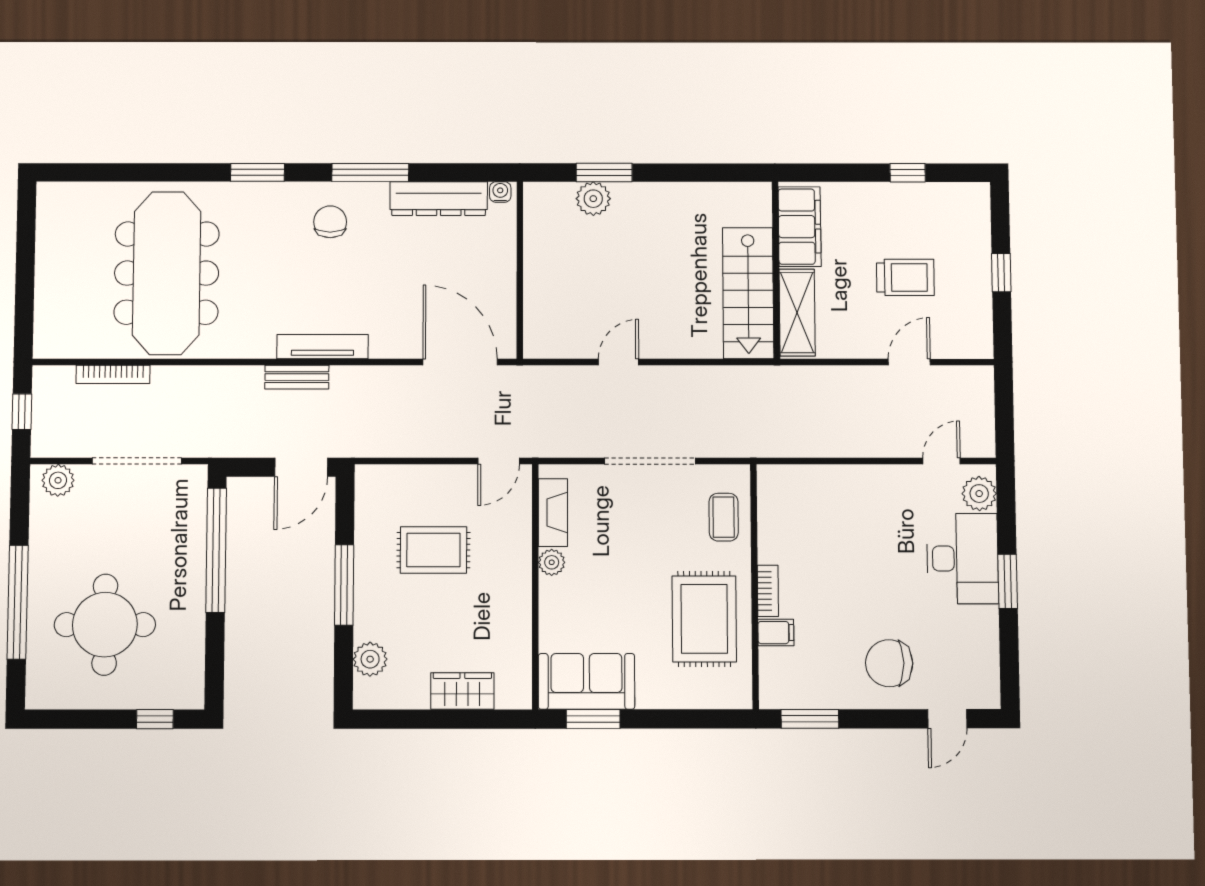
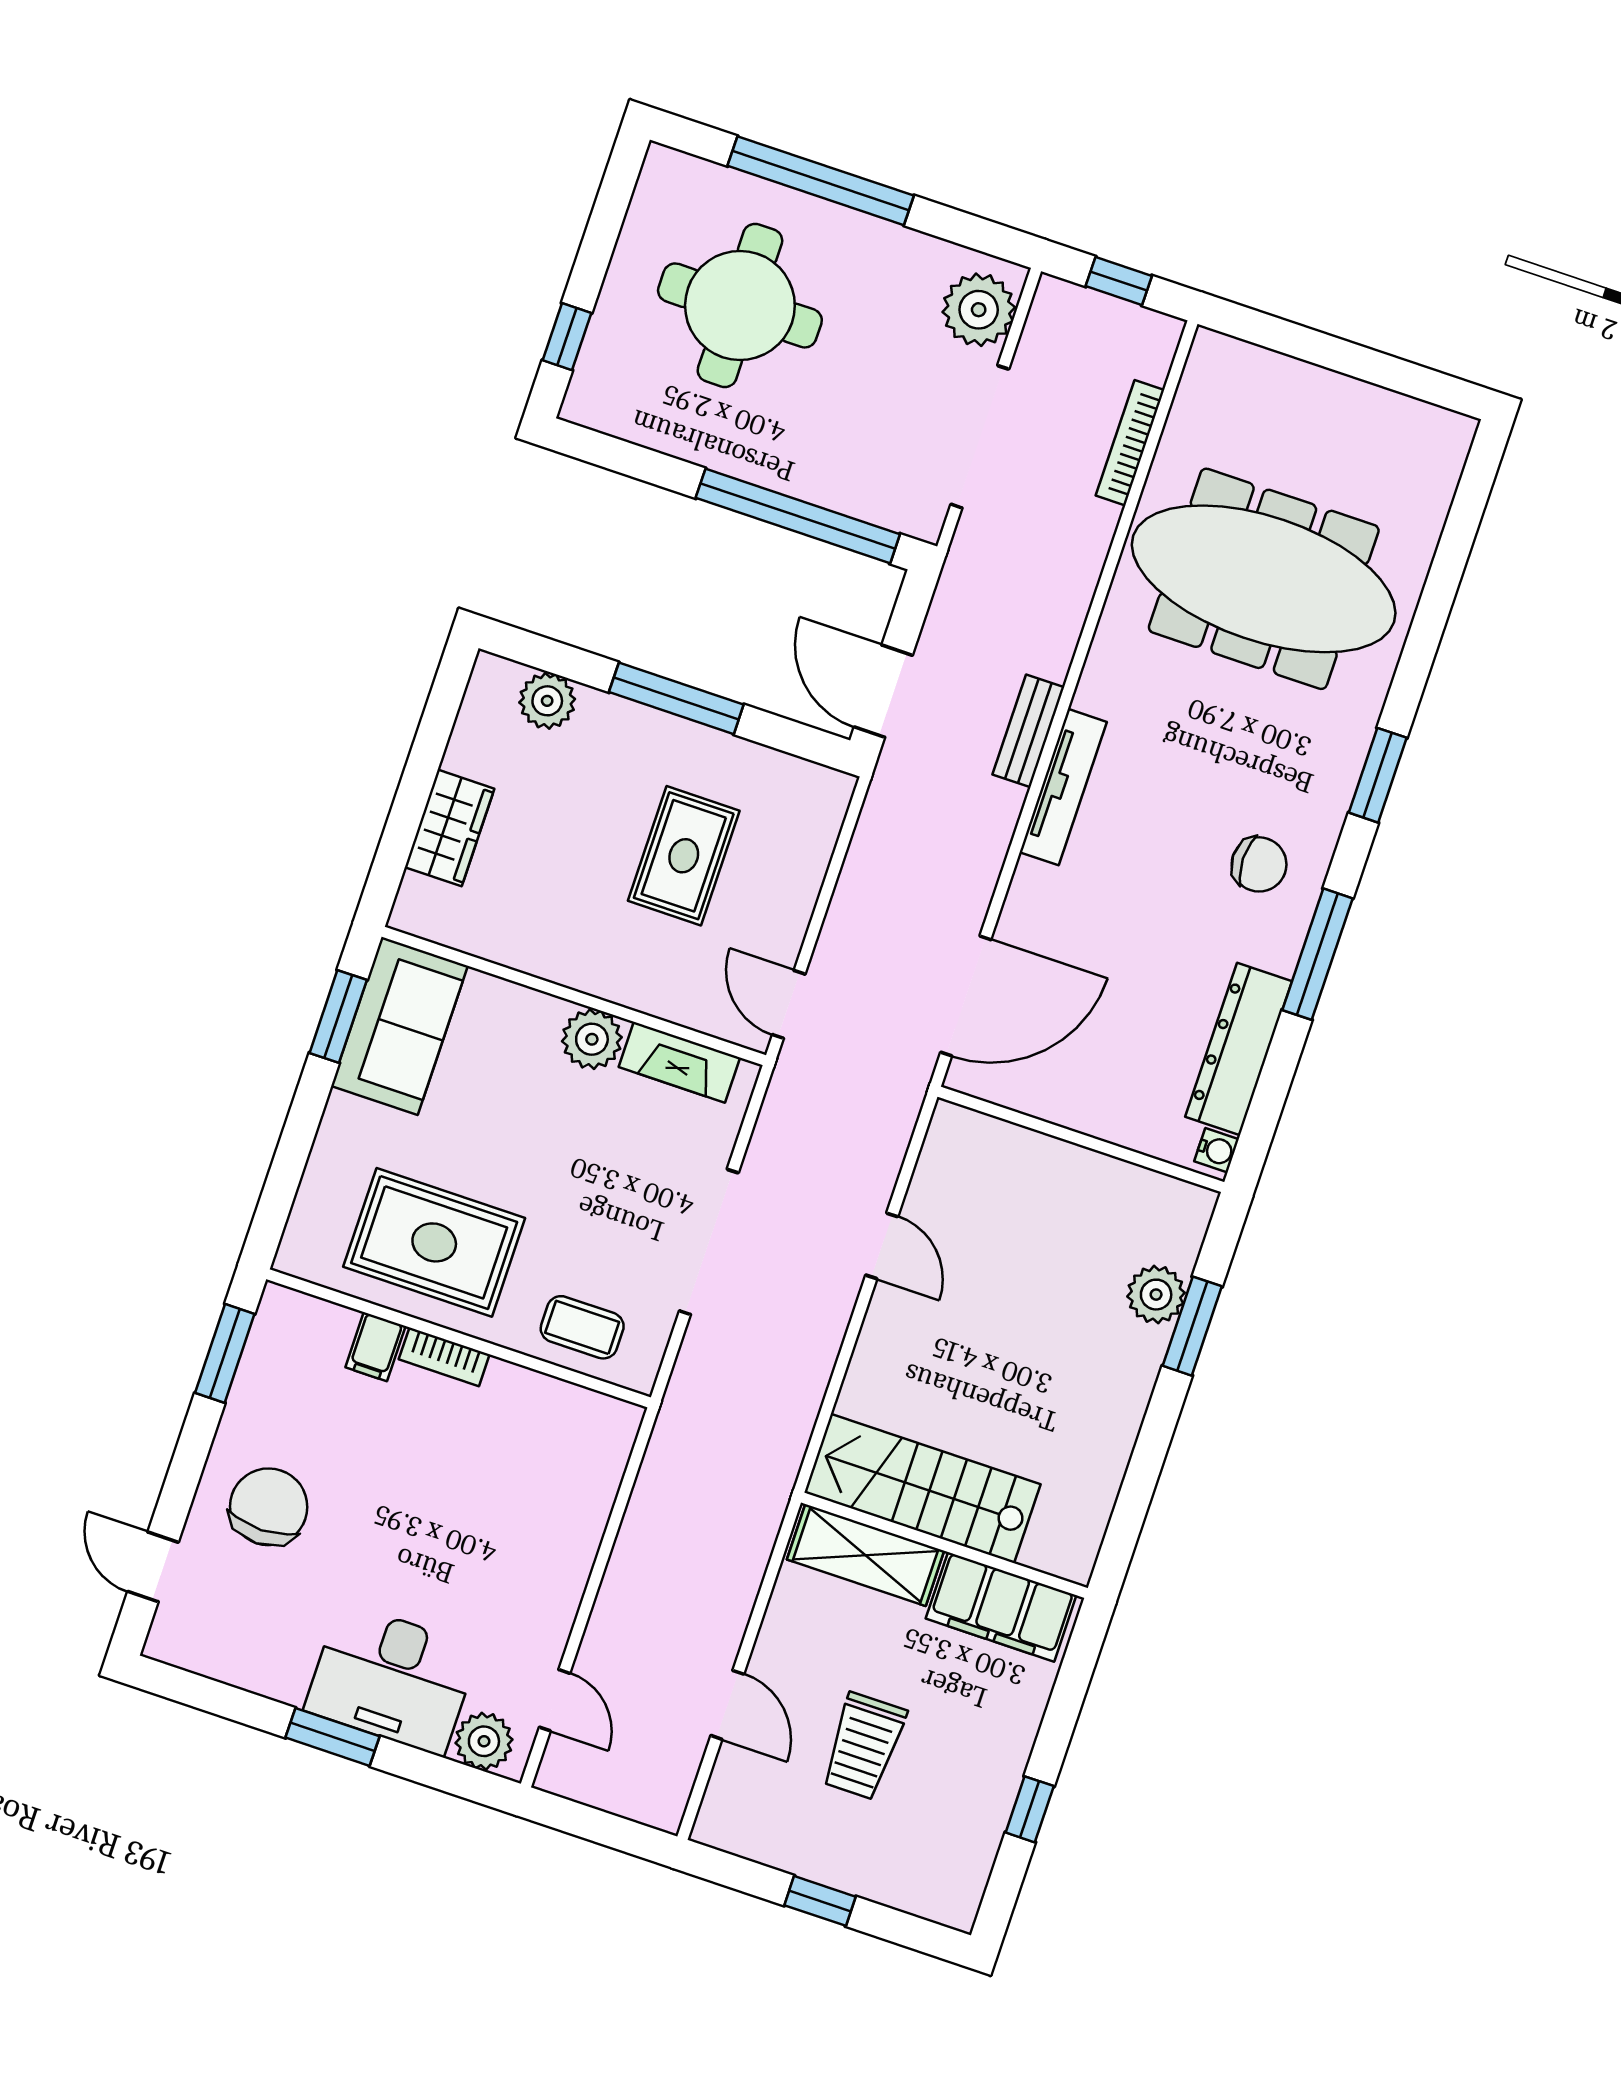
plant: (58, 480) -> (979, 310), width x1.36, depth x1.36
plant: (552, 562) -> (592, 1039), width x1.38, depth x1.38

